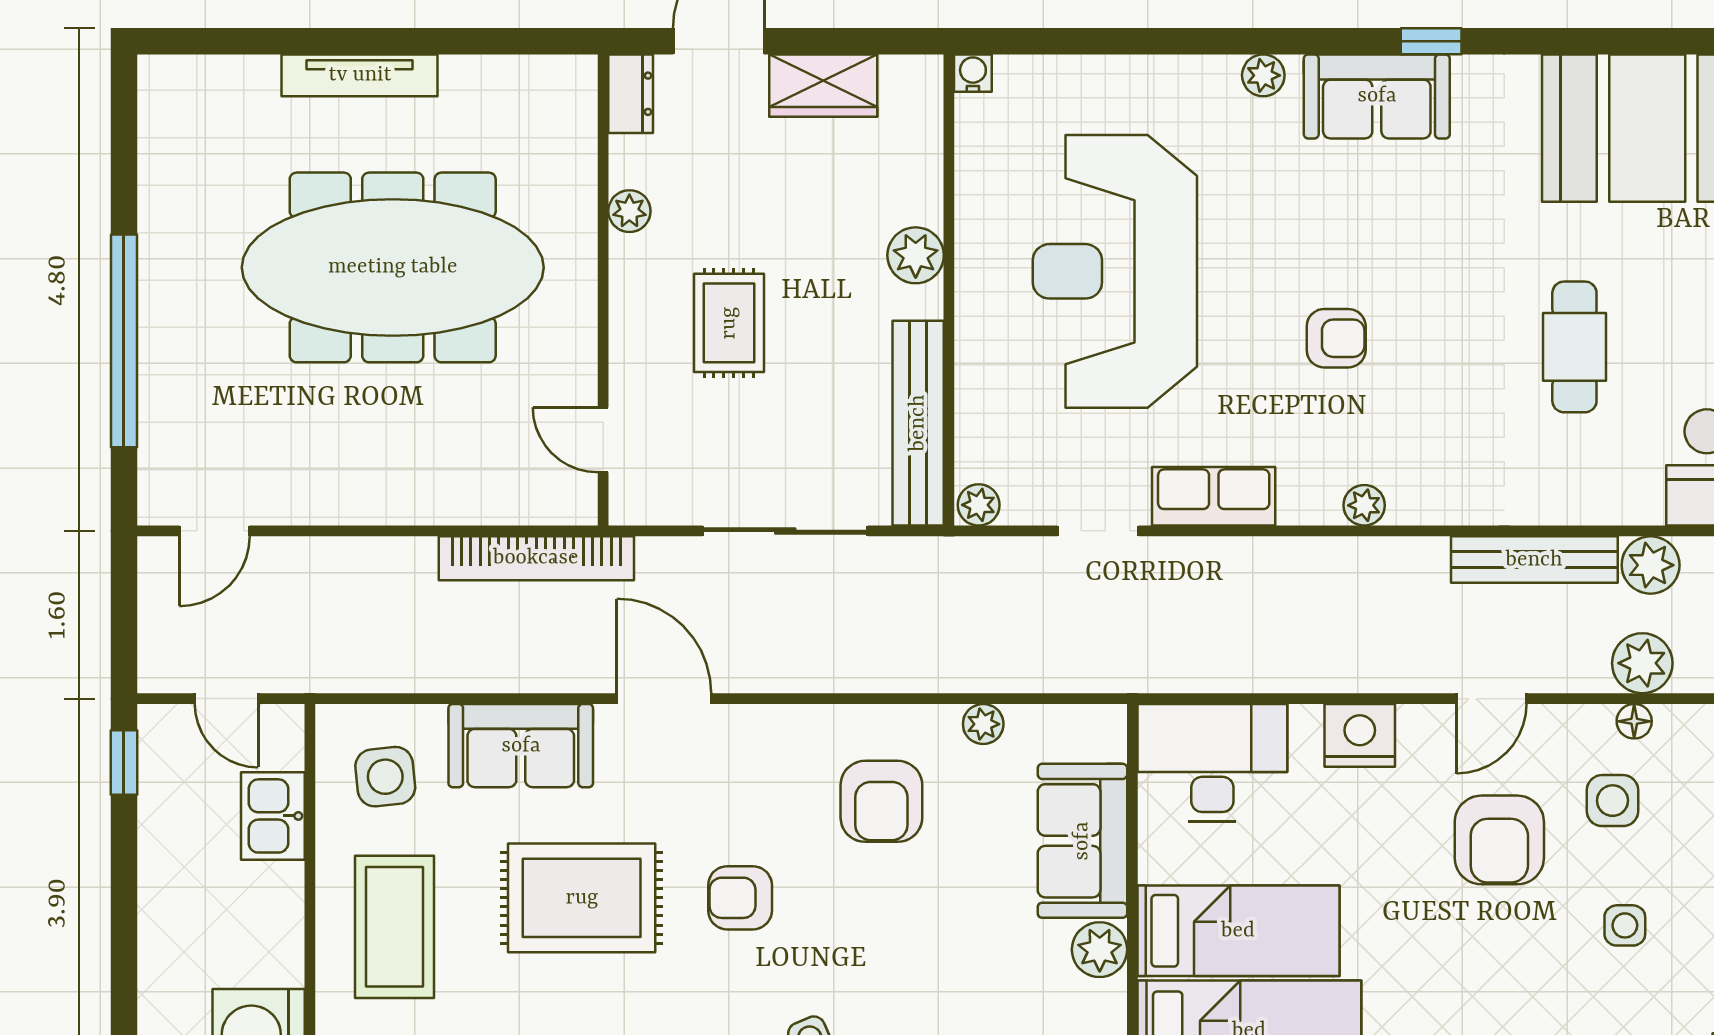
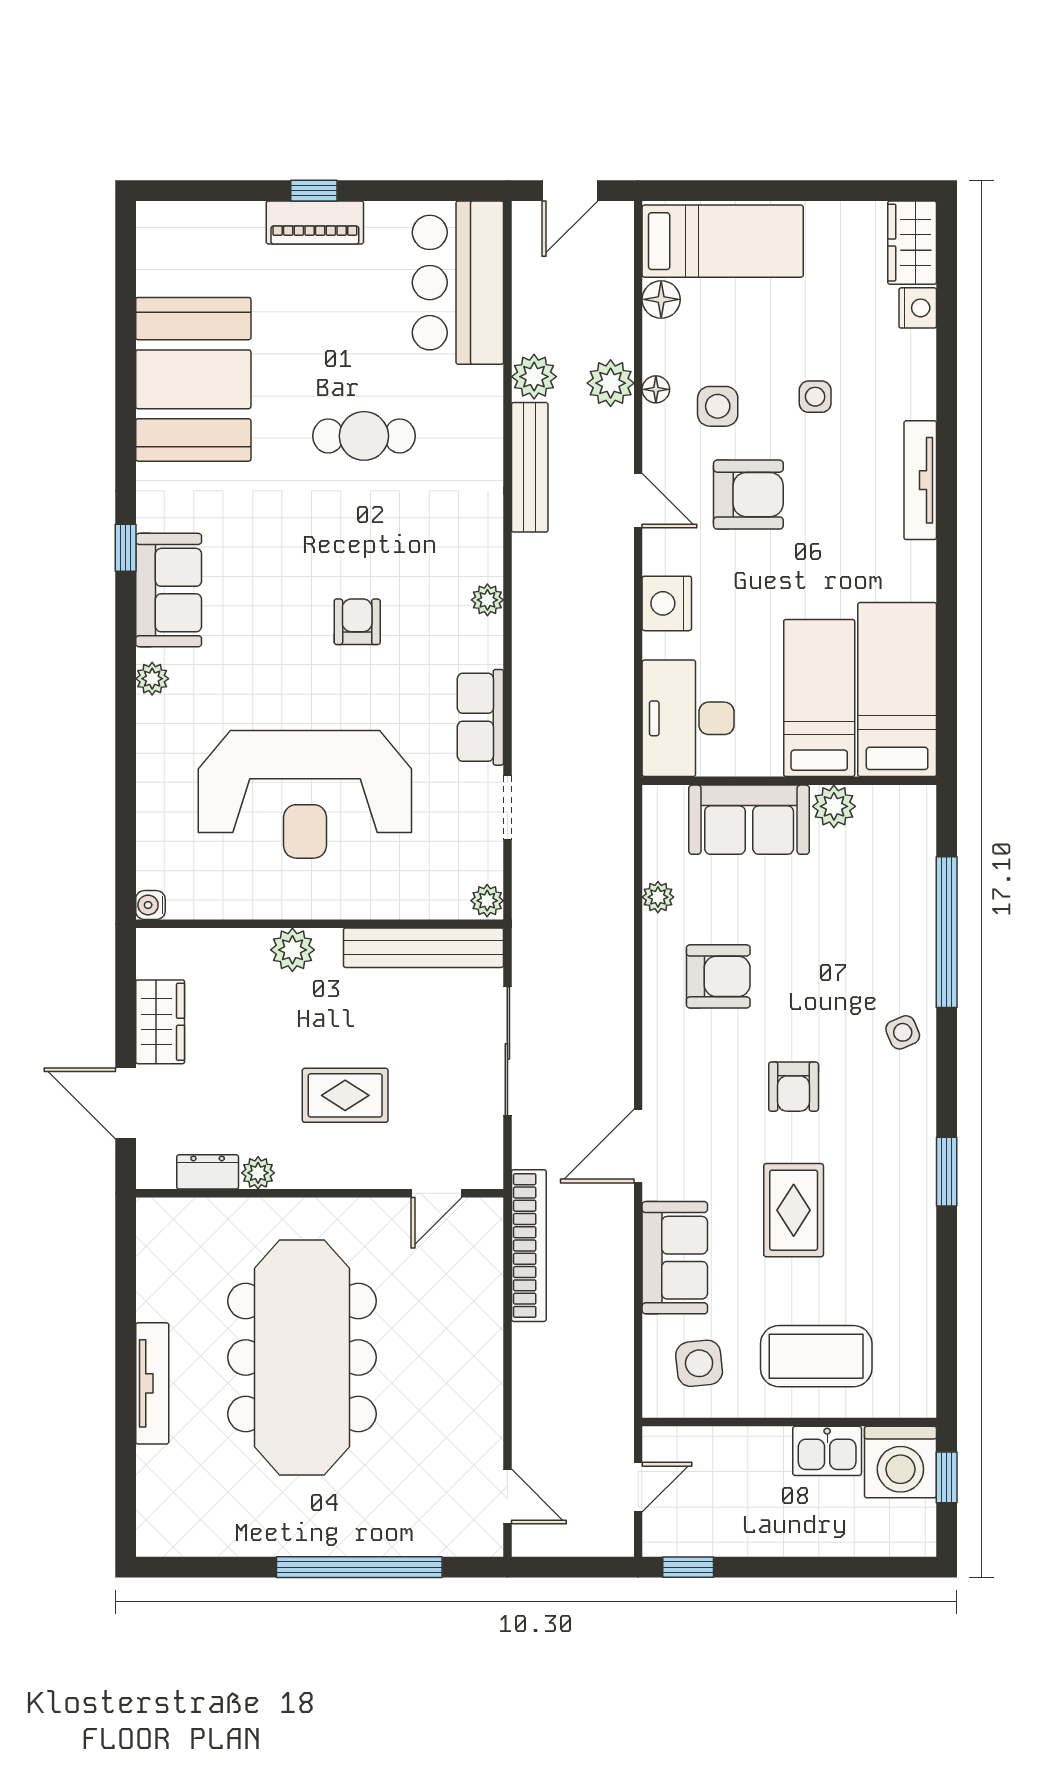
dresser: (631, 94) -> (208, 1172), moved
kitchen sink: (273, 816) -> (827, 1451), moved
rug: (582, 898) -> (794, 1210), width x0.73, depth x0.70

